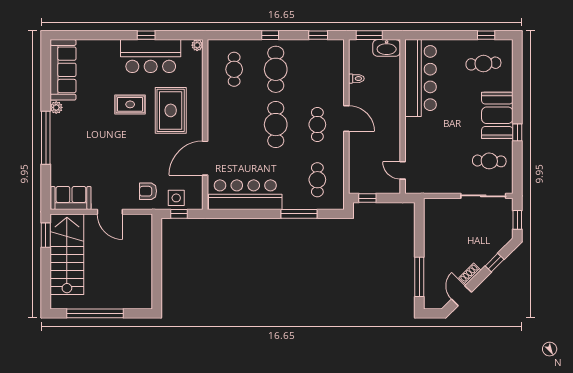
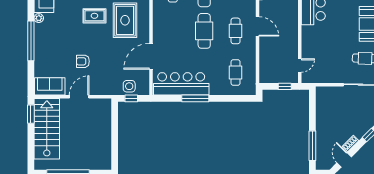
door: (403, 170) -> (300, 65), swing flipped
armchair: (148, 191) -> (83, 61), moved
window: (367, 198) -> (285, 86), moved
door: (110, 212) -> (79, 97), swing flipped
window: (299, 214) -> (195, 98), moved

